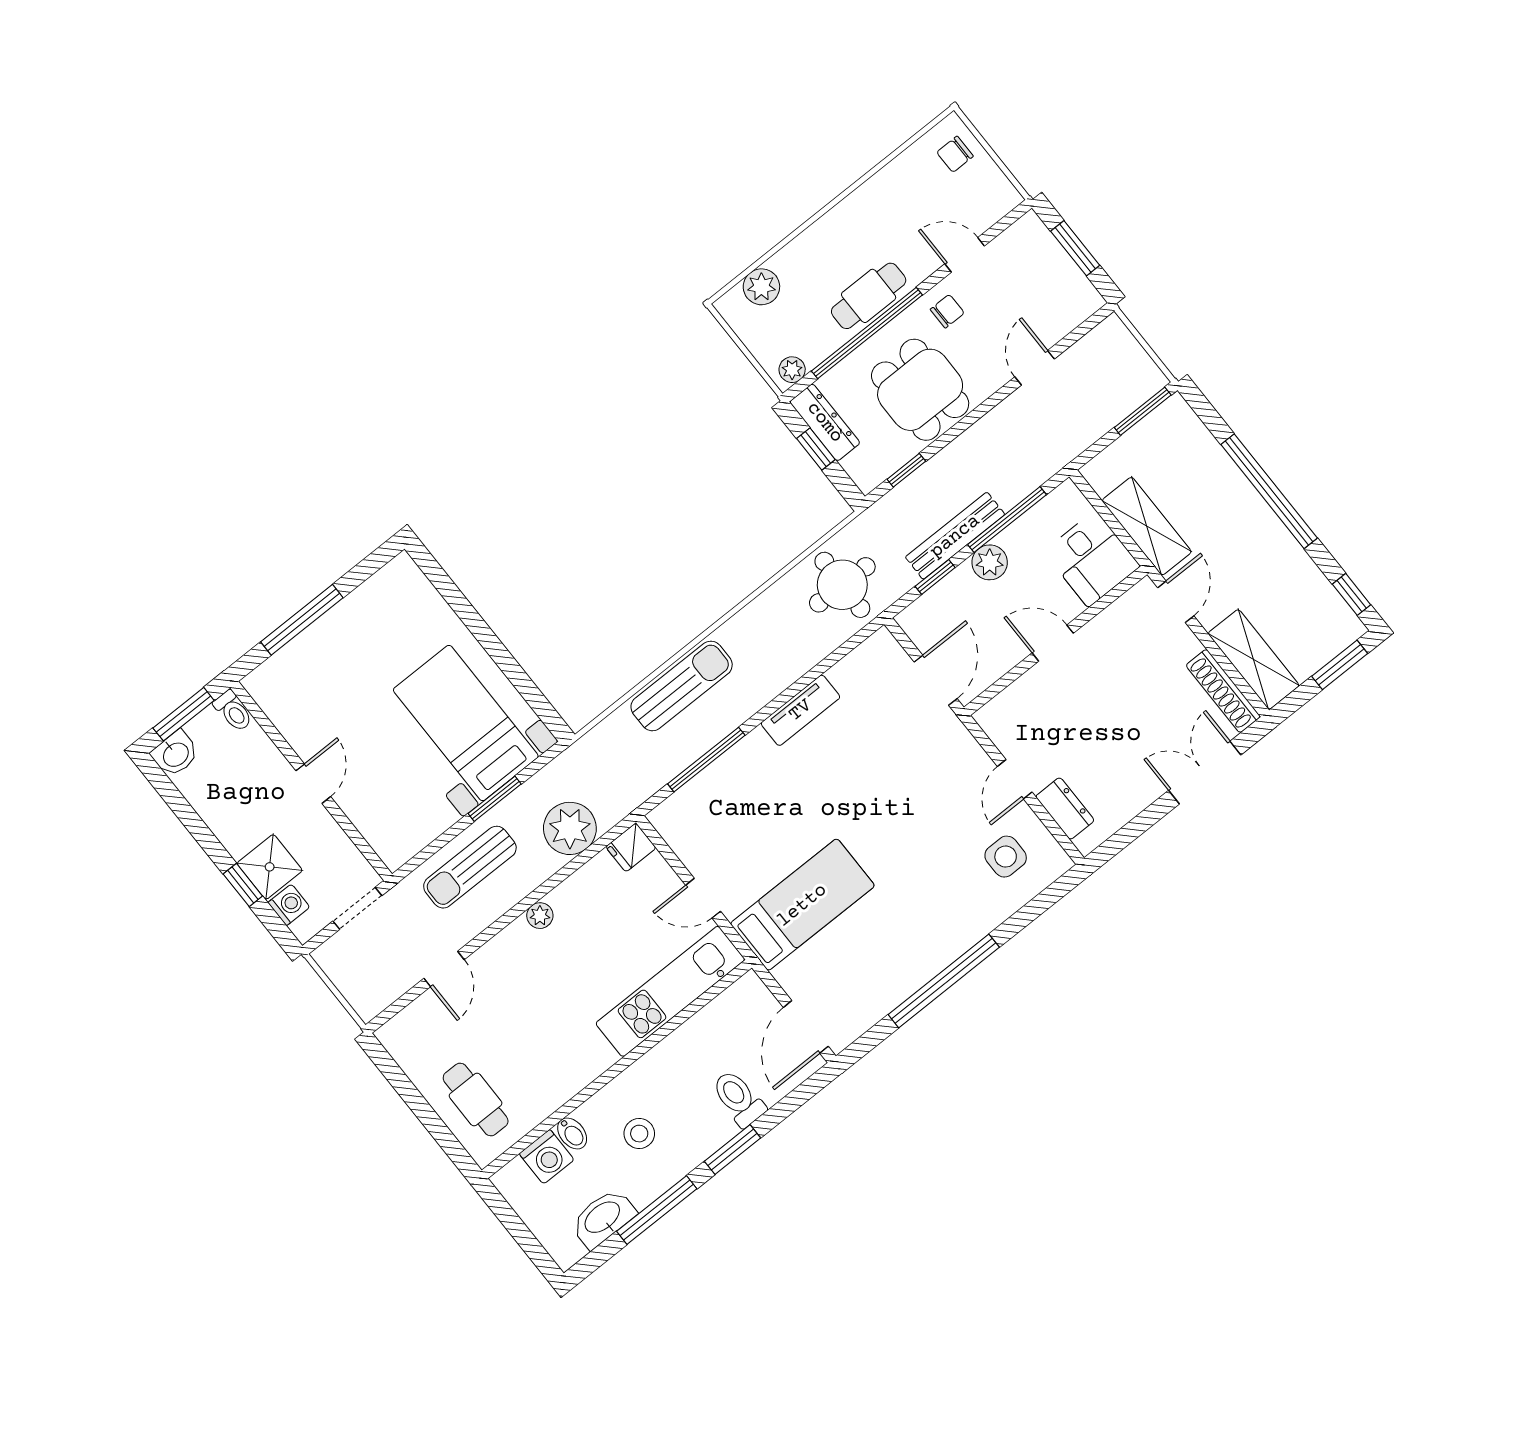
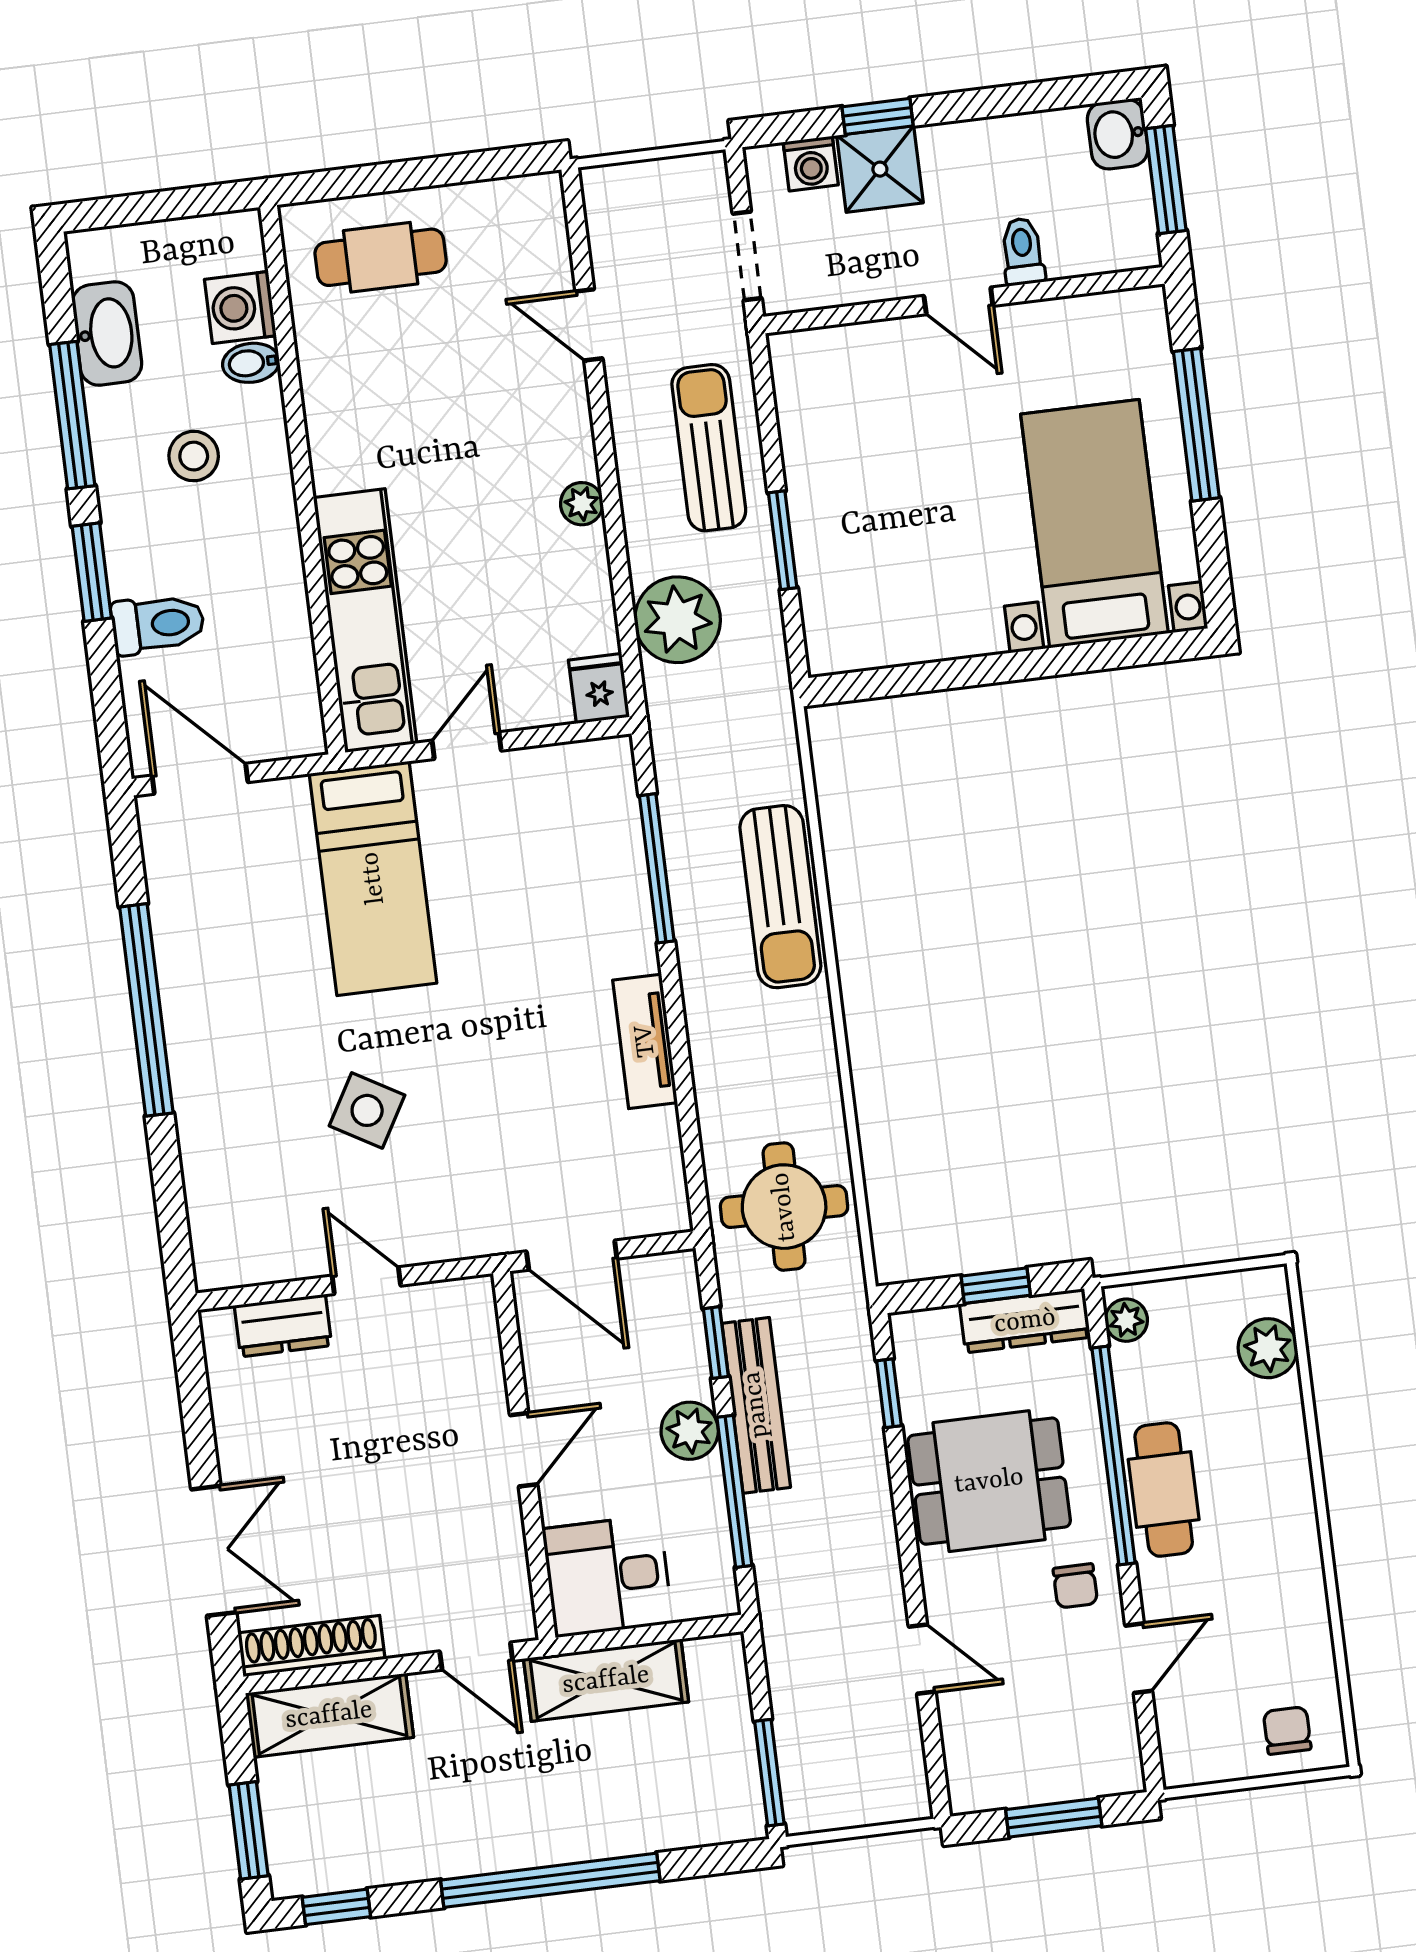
toilet: (233, 711) -> (1023, 252), moved, turned 90
bed with nightstands: (466, 723) -> (1094, 524), moved, turned -90
side table: (1006, 857) -> (367, 1110), moved, turned 30

